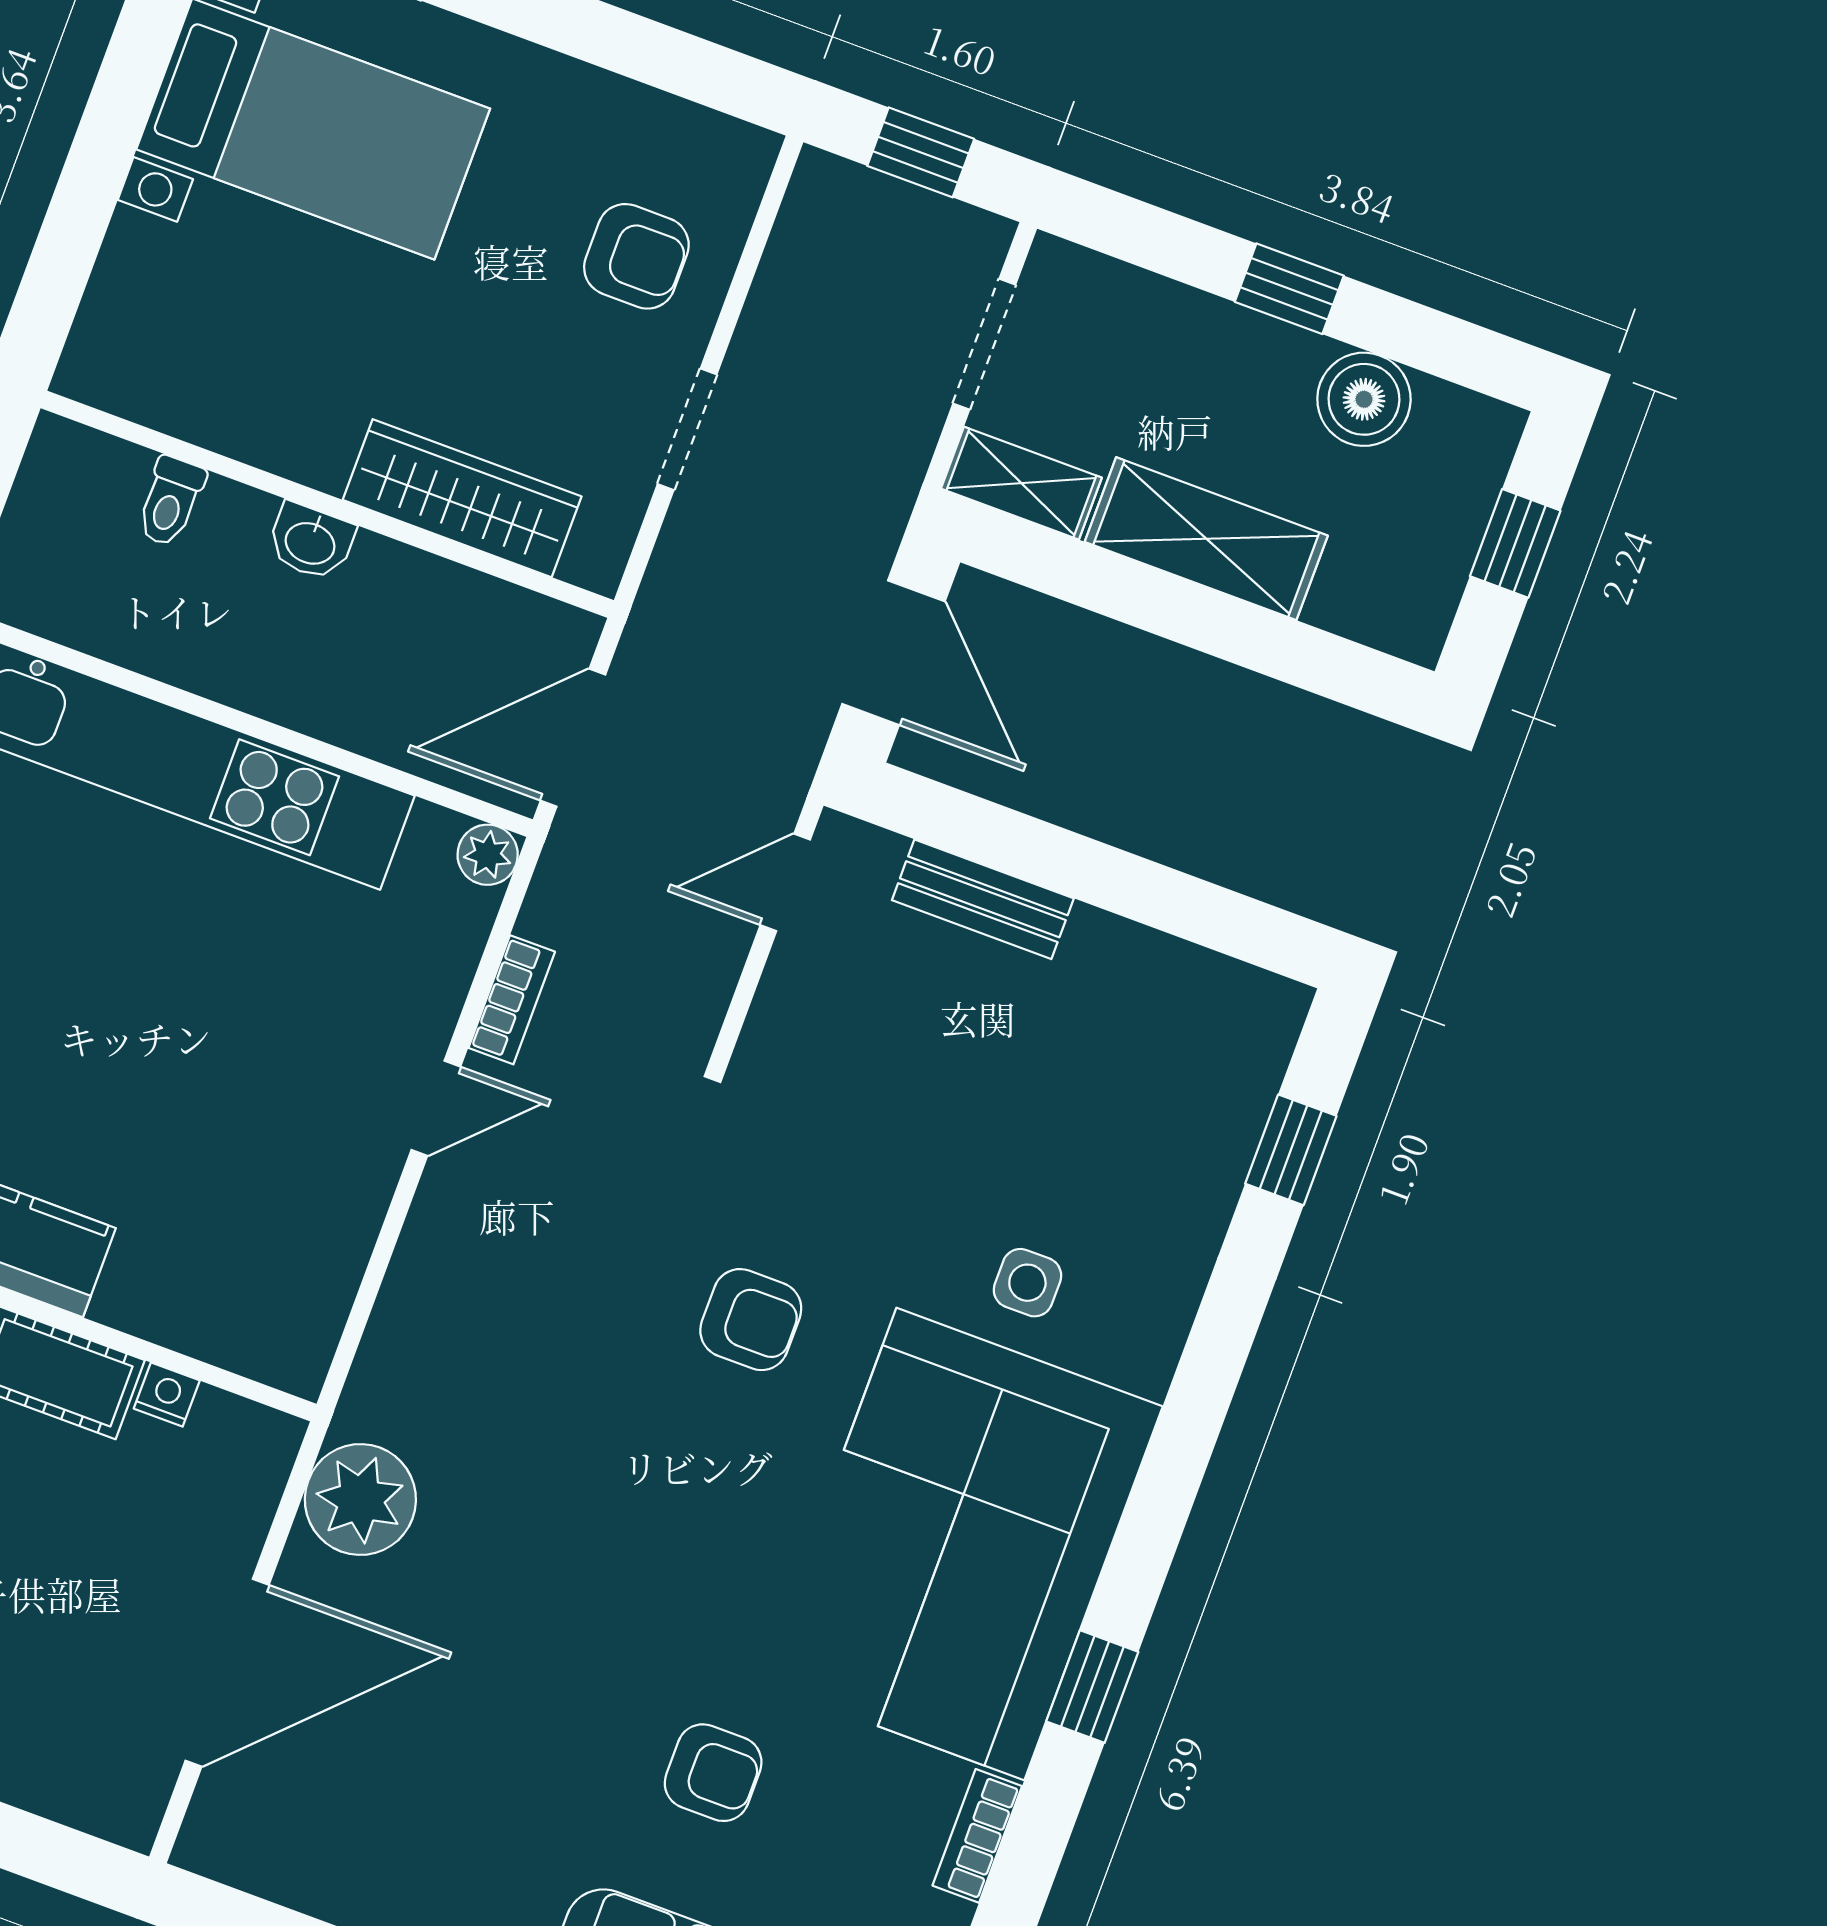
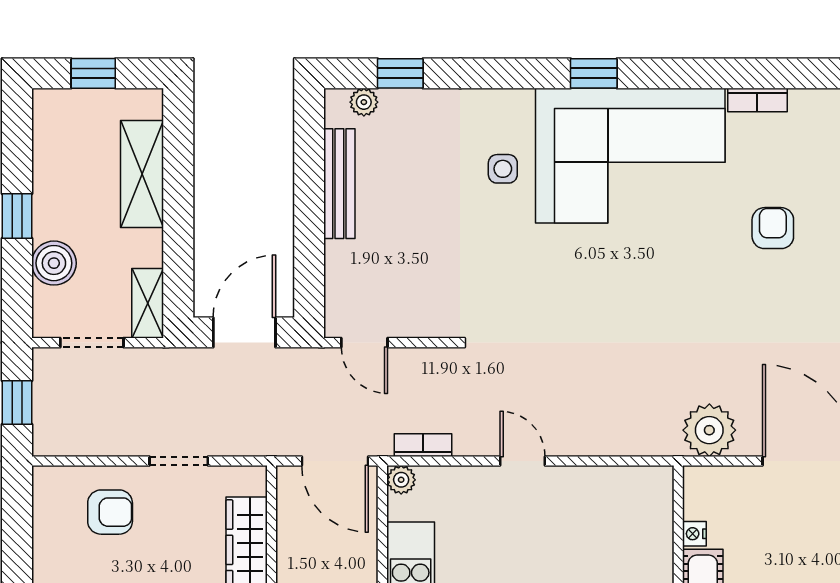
armchair: (636, 256) -> (110, 512), turned 90
boiler: (1364, 399) -> (54, 263), moved
shelving: (1206, 539) -> (142, 174), moved
bench: (983, 899) -> (339, 184), moved, width x1.36
bookcase: (512, 1000) -> (423, 445), moved
plant: (1261, 1057) -> (364, 102), added
armchair: (751, 1320) -> (565, 286), removed
window: (1092, 1687) -> (594, 73), moved

